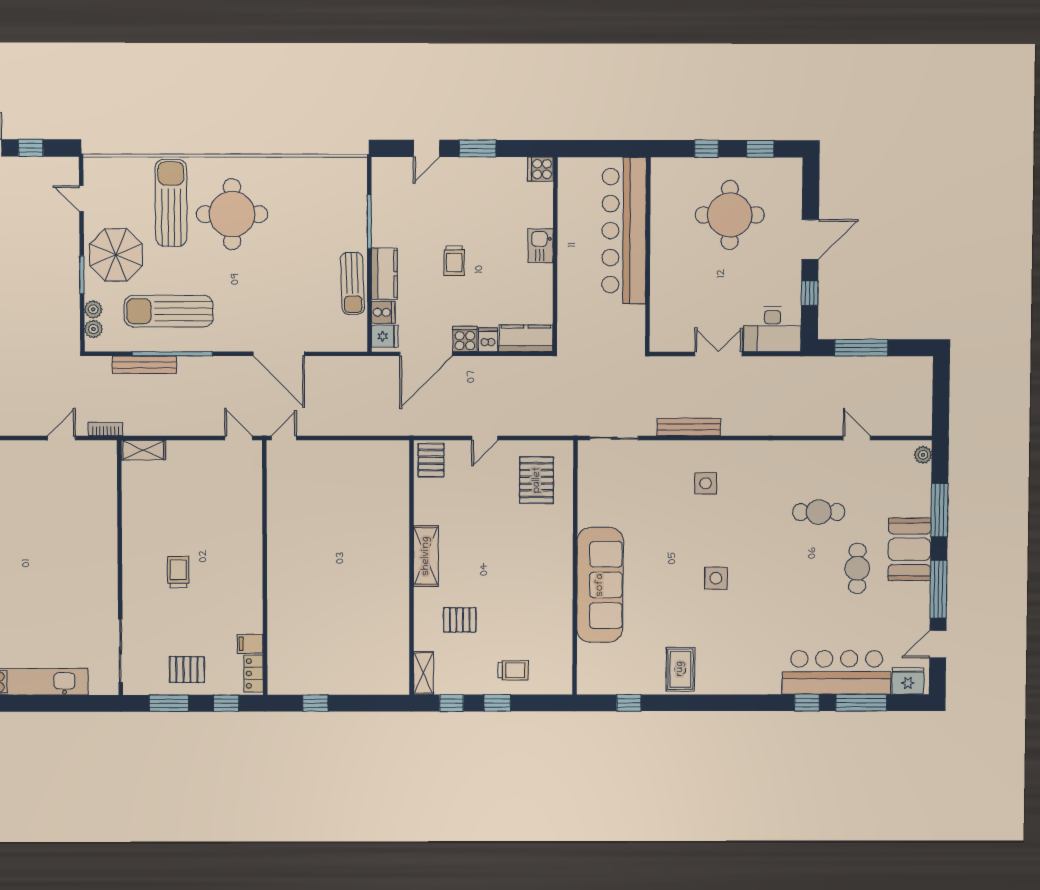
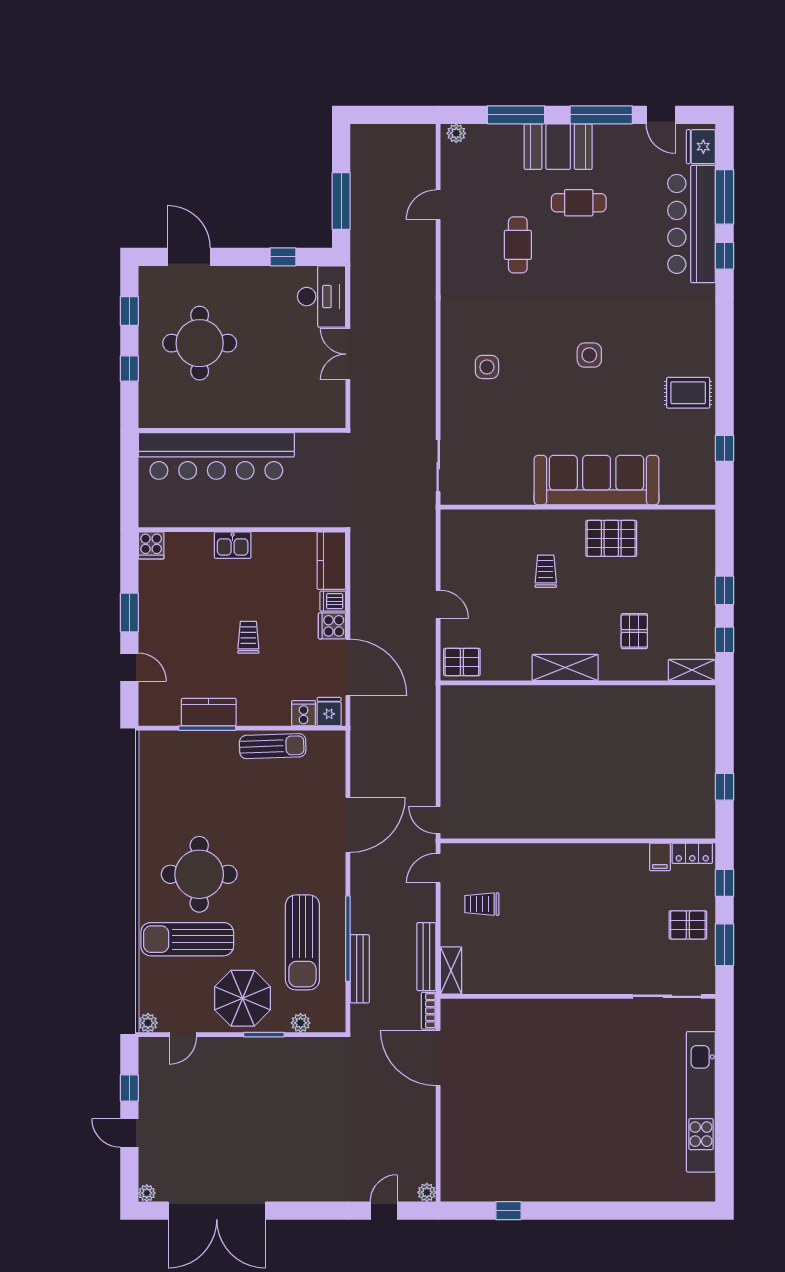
door: (810, 239) -> (189, 257), moved
trolley: (454, 260) -> (248, 637), turned -90
kitchen counter: (384, 274) -> (209, 712), moved
plant: (93, 329) -> (148, 1023), moved
bench: (689, 427) -> (426, 957), moved
door: (62, 438) -> (438, 1058), width x1.87
pallet: (537, 480) -> (611, 538), moved
trolley: (178, 572) -> (482, 904), moved
pallet: (187, 670) -> (688, 925), turned 90
trolley: (513, 670) -> (546, 571), moved

